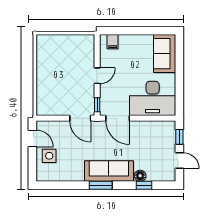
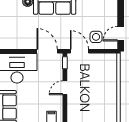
door: (32, 138) -> (121, 34), hinge flipped
side table: (49, 156) -> (96, 37), moved

